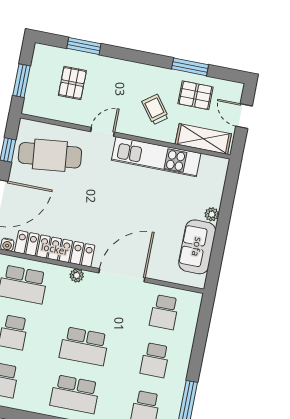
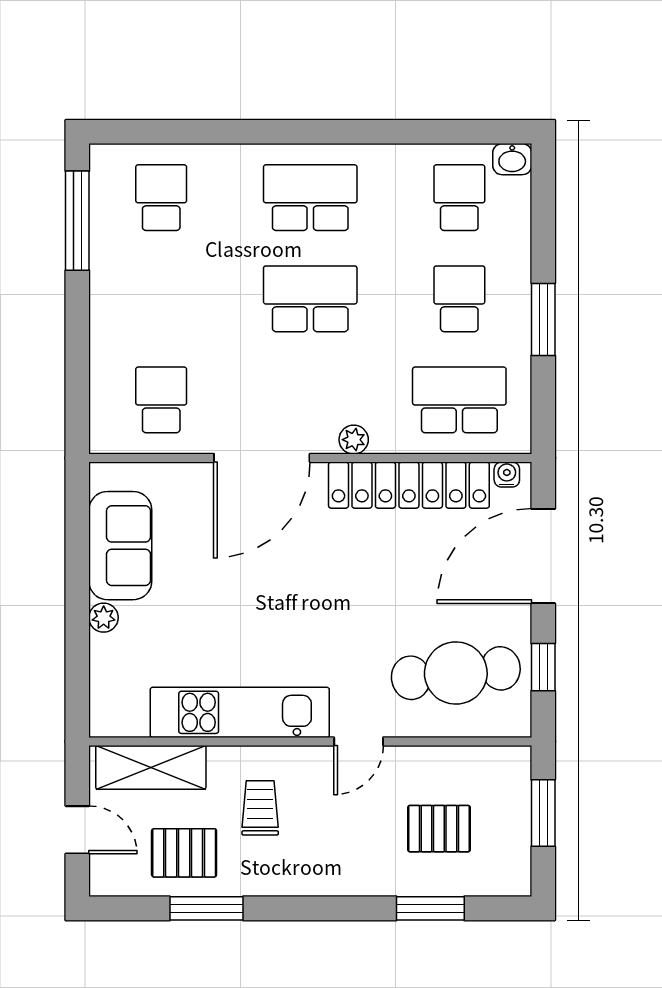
pallet: (72, 83) -> (439, 829), turned 90
trolley: (155, 110) -> (260, 808), turned -143
school desk: (155, 360) -> (161, 299), removed

